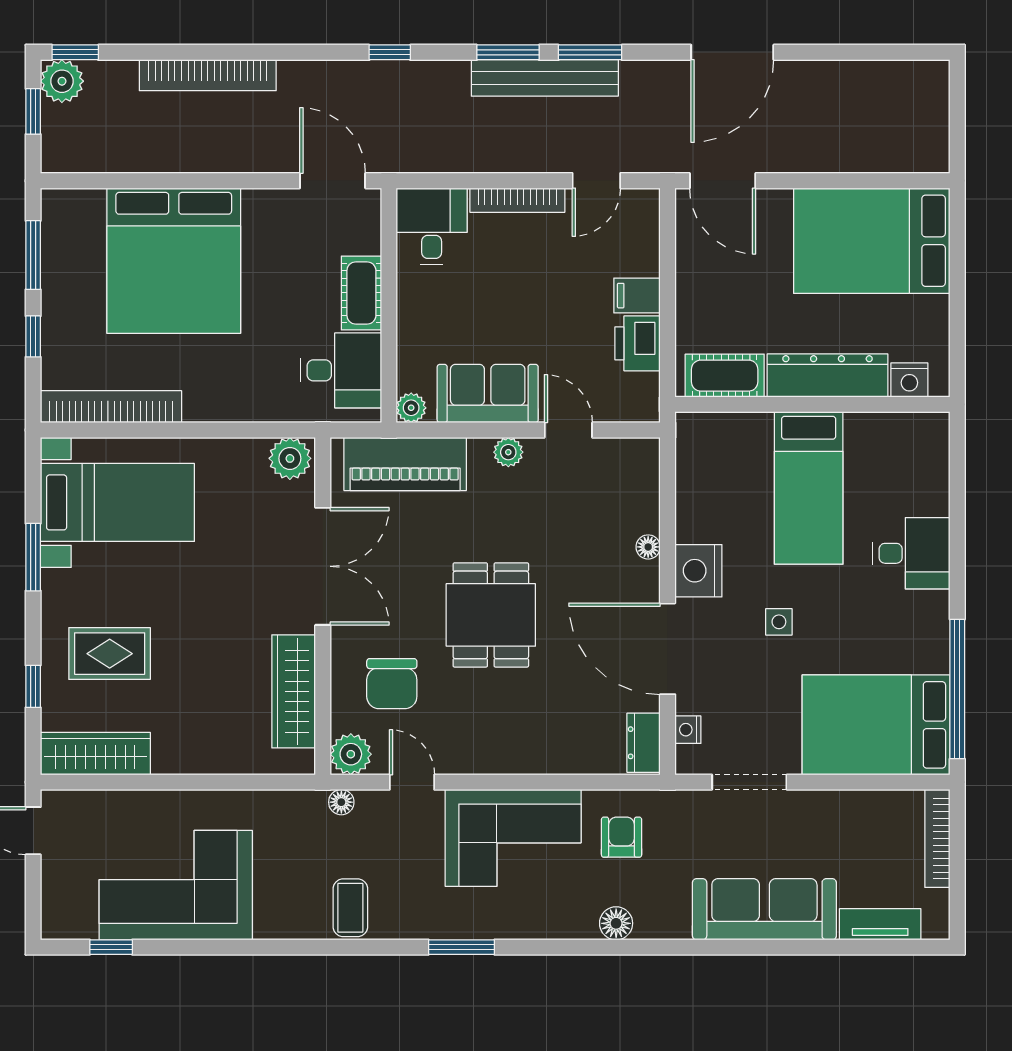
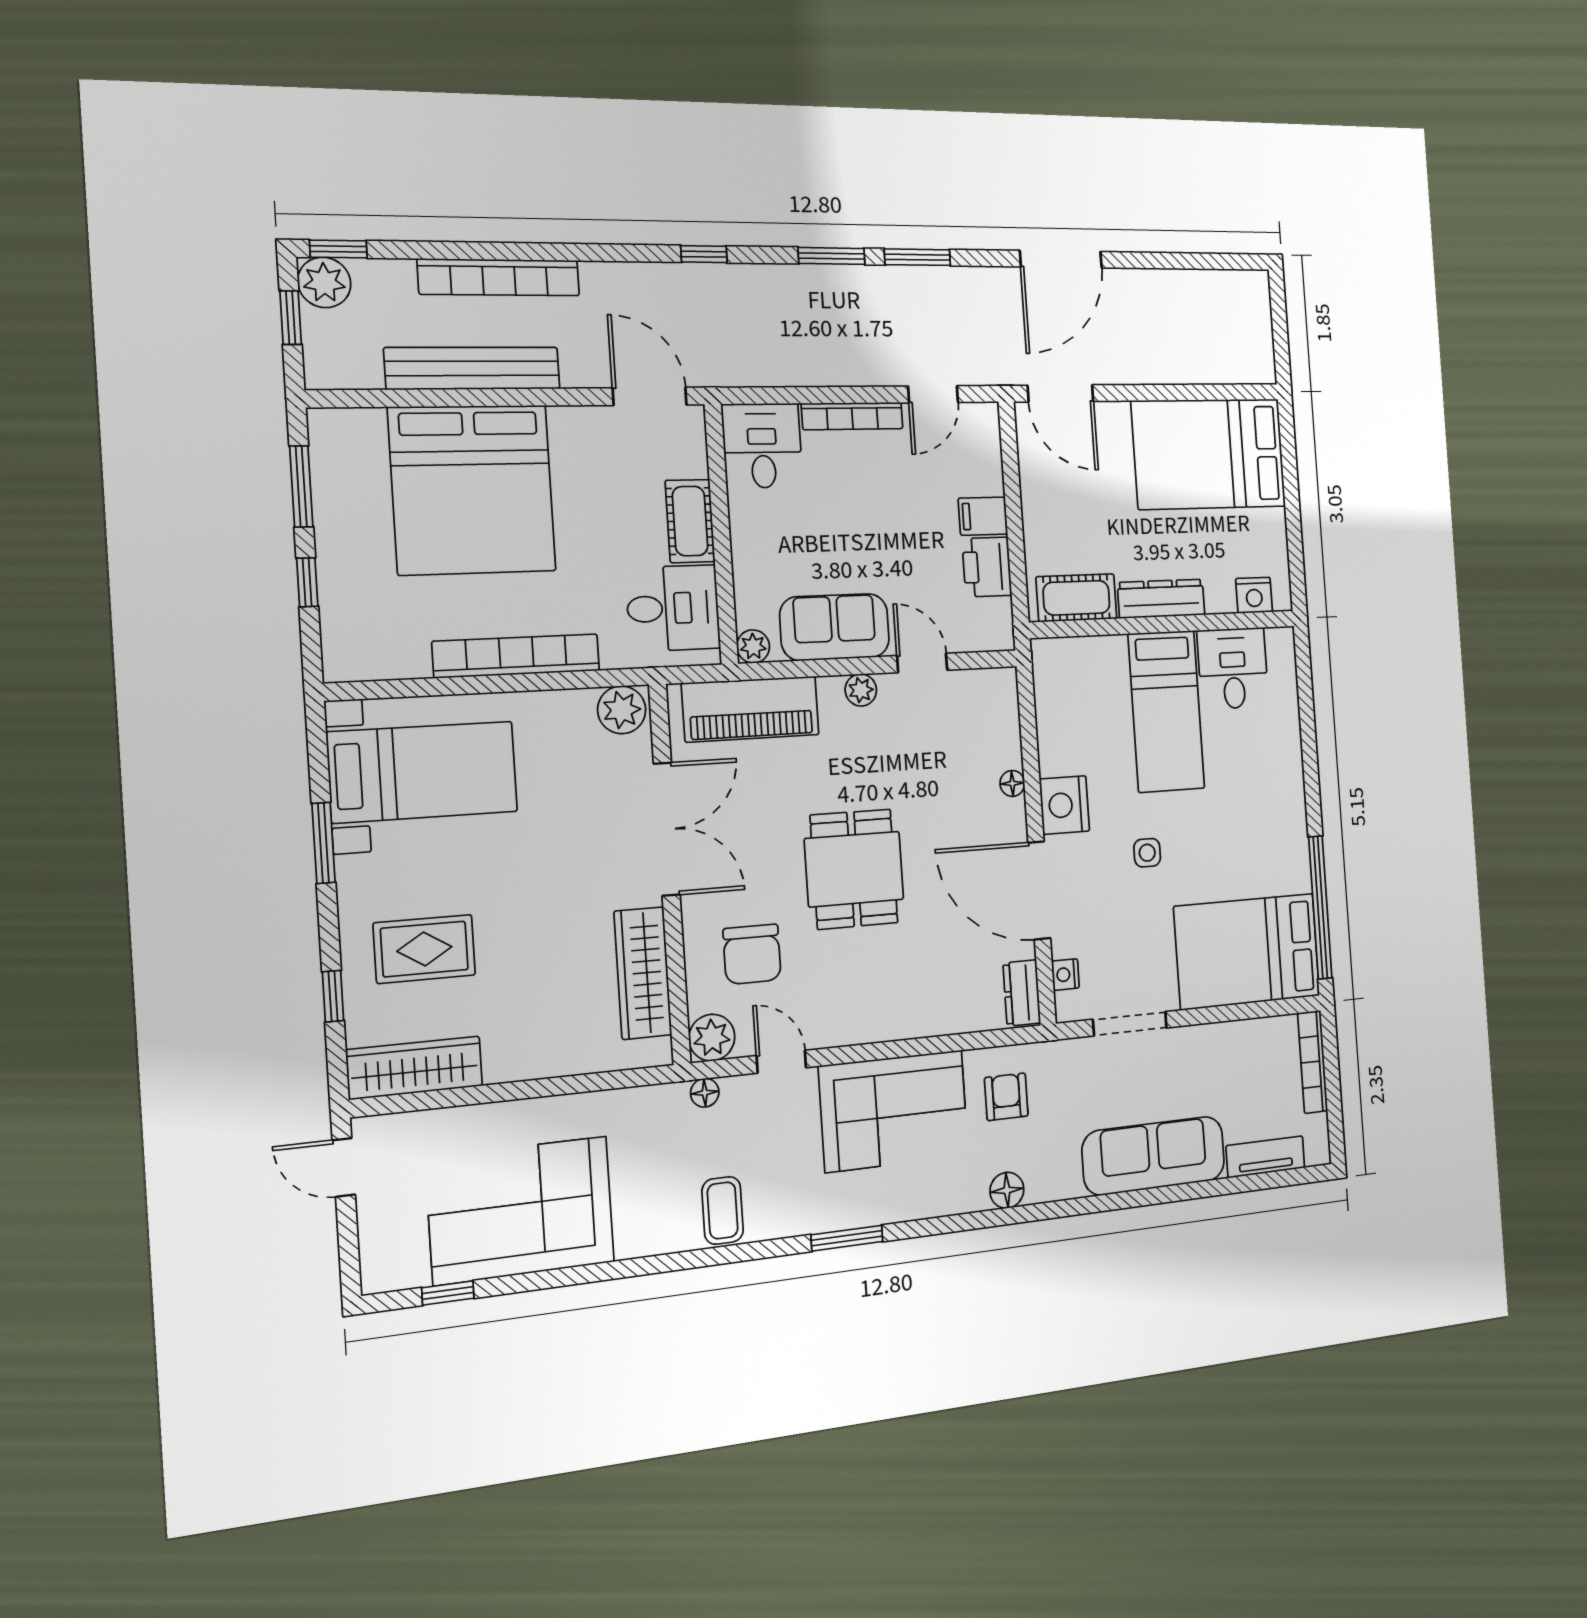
bench: (545, 78) -> (473, 368), moved
dresser: (828, 376) -> (1161, 599), width x0.73, depth x0.80
bookcase: (111, 407) -> (516, 656), moved
desk: (911, 553) -> (1233, 668), moved, turned -90

